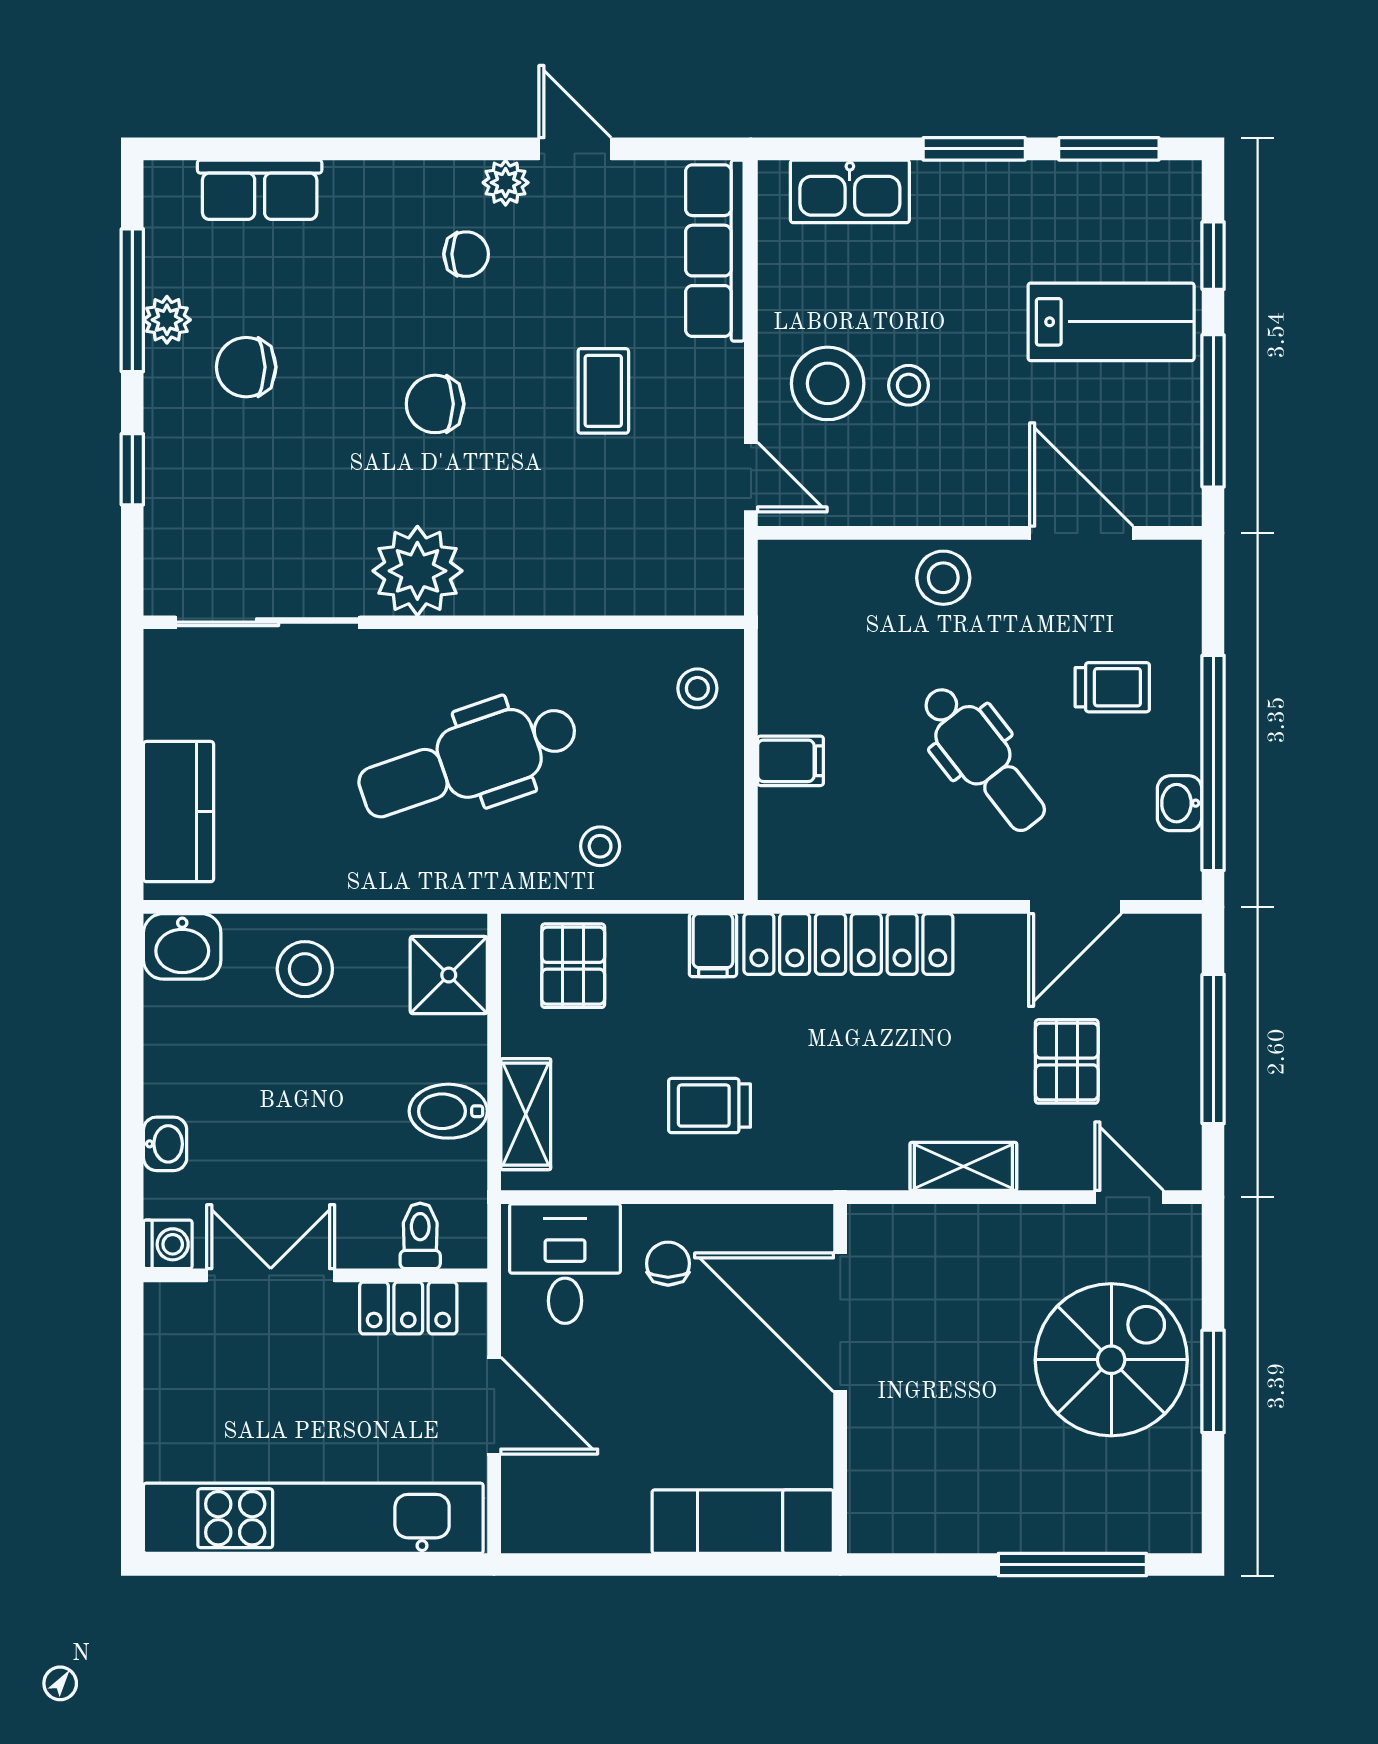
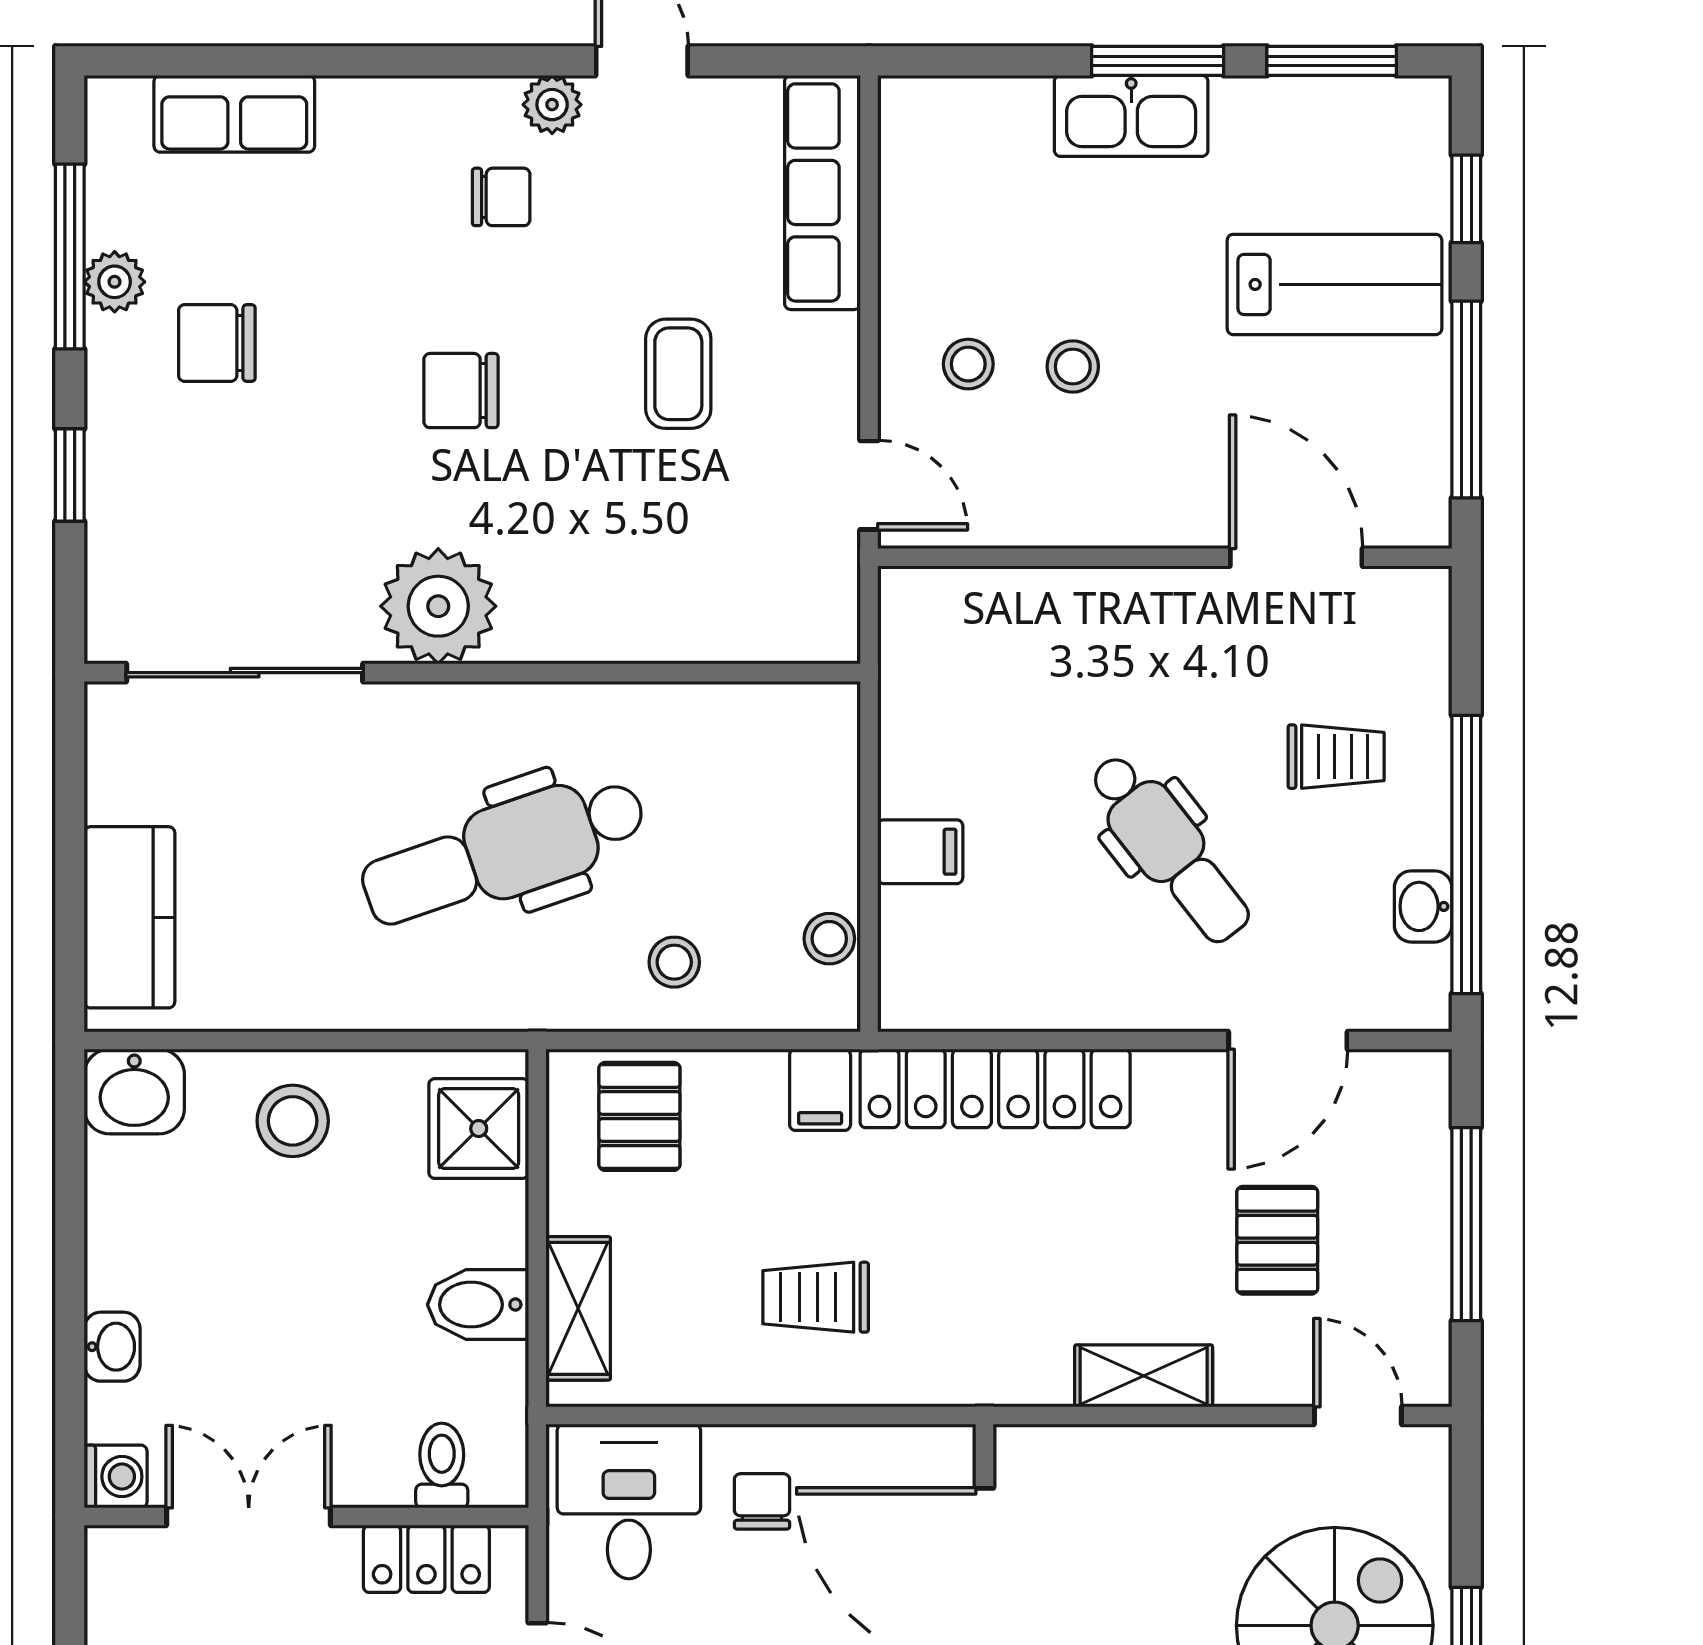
kitchen sink: (850, 191) -> (1131, 116), moved
stool: (828, 383) -> (968, 364), width x0.53, depth x0.53
stool: (943, 578) -> (1118, 615), removed
stool: (697, 688) -> (829, 939), moved

